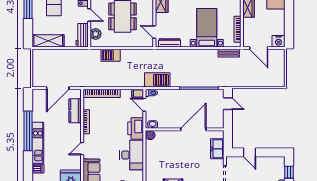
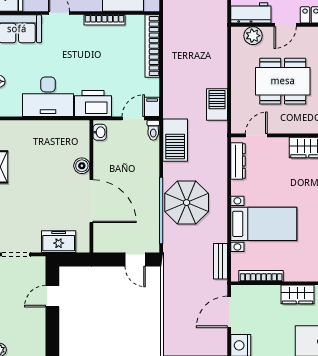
barbecue: (111, 55) -> (217, 105), moved
parasol: (194, 73) -> (187, 203), added
door: (228, 104) -> (135, 259), hinge flipped
boiler: (150, 135) -> (82, 166), moved

